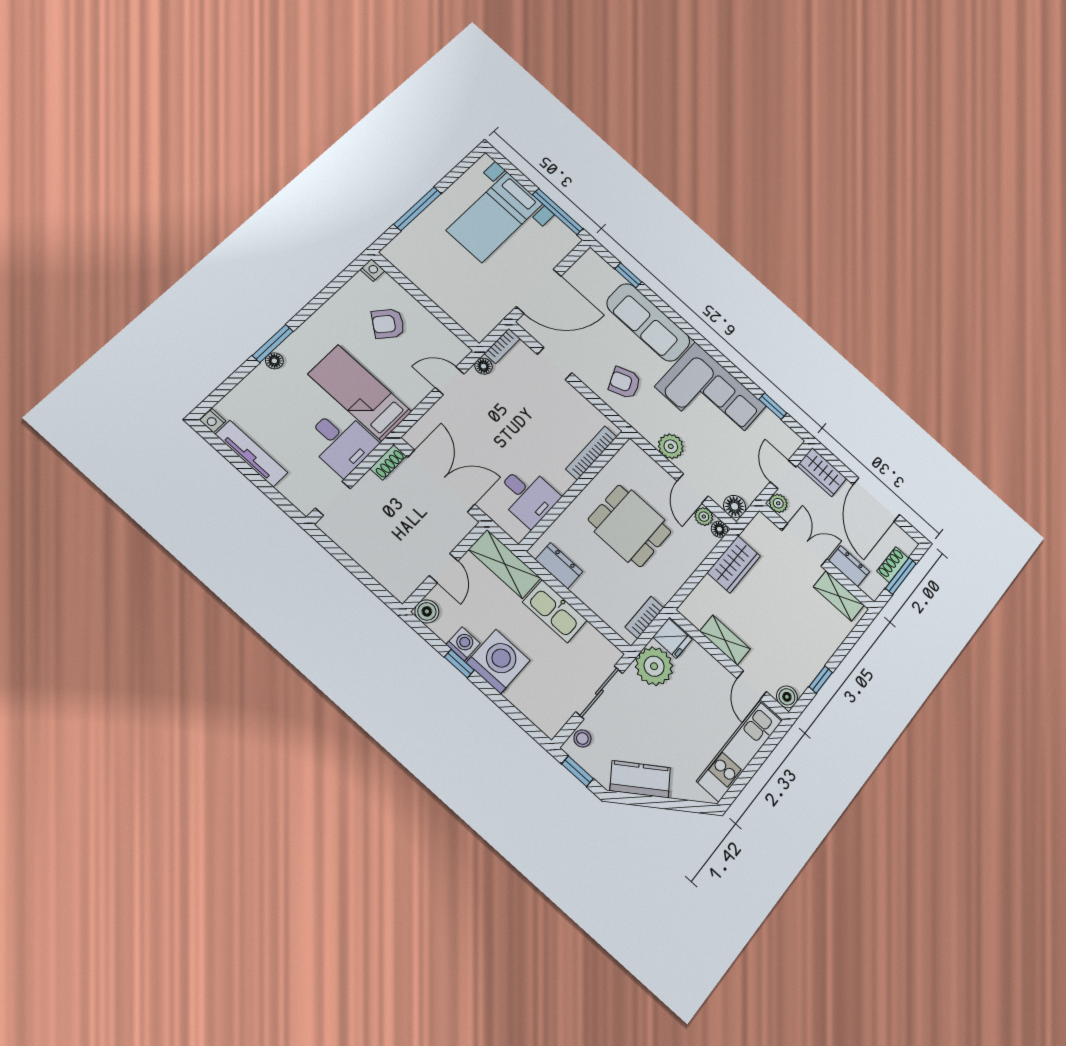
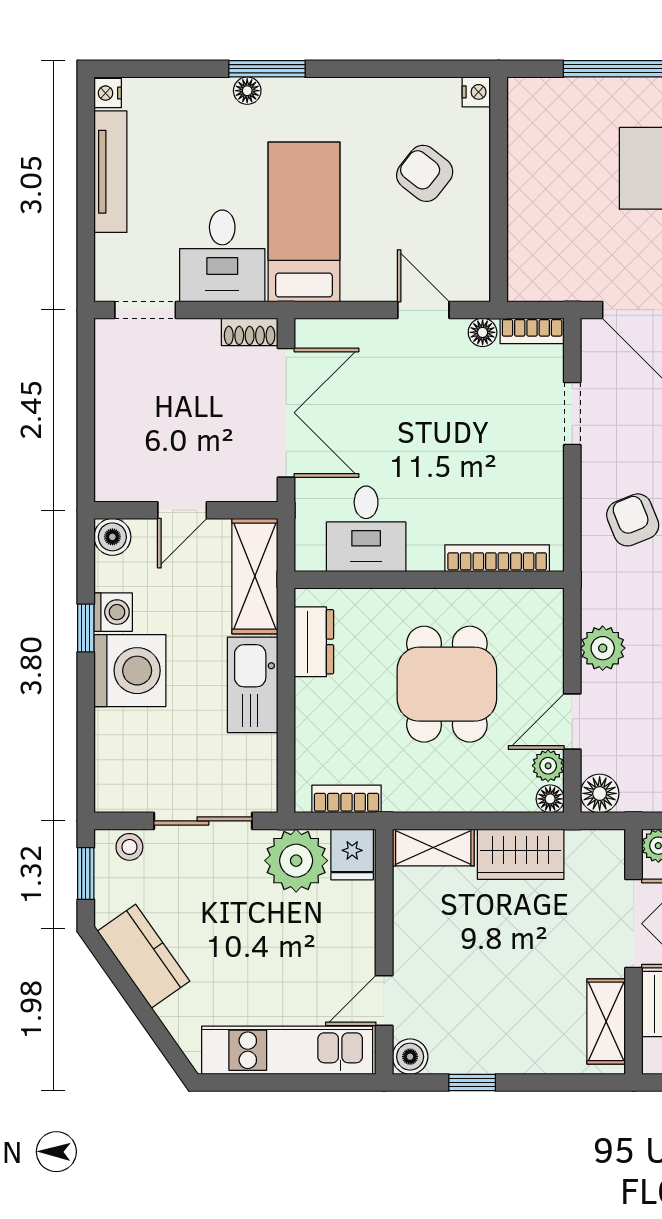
shelving: (725, 640) -> (433, 847), moved, turned 90

